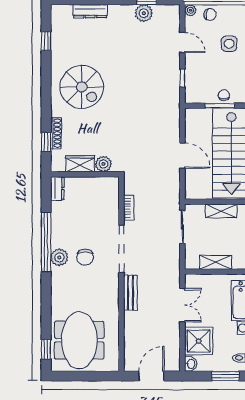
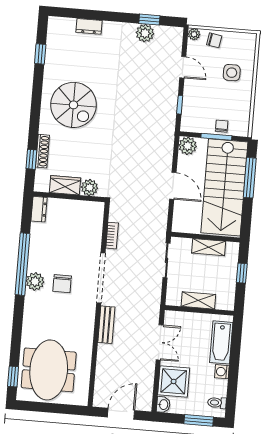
dresser: (90, 11) -> (89, 26), width x0.70
plant: (193, 117) -> (188, 146), added

